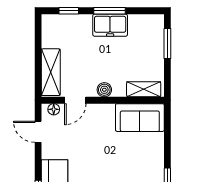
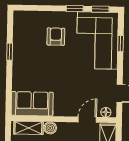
boiler: (104, 90) -> (50, 128), moved

